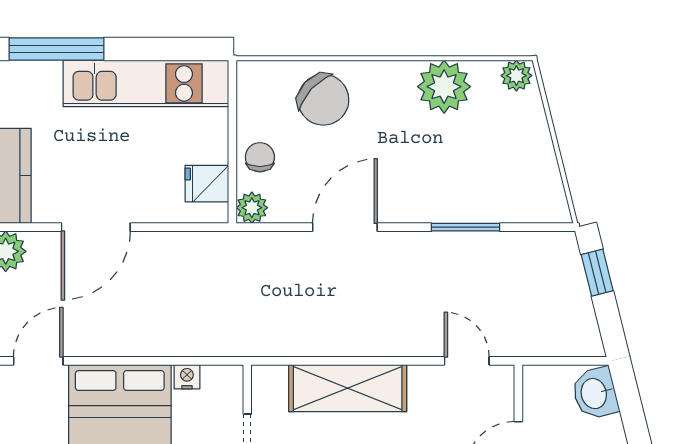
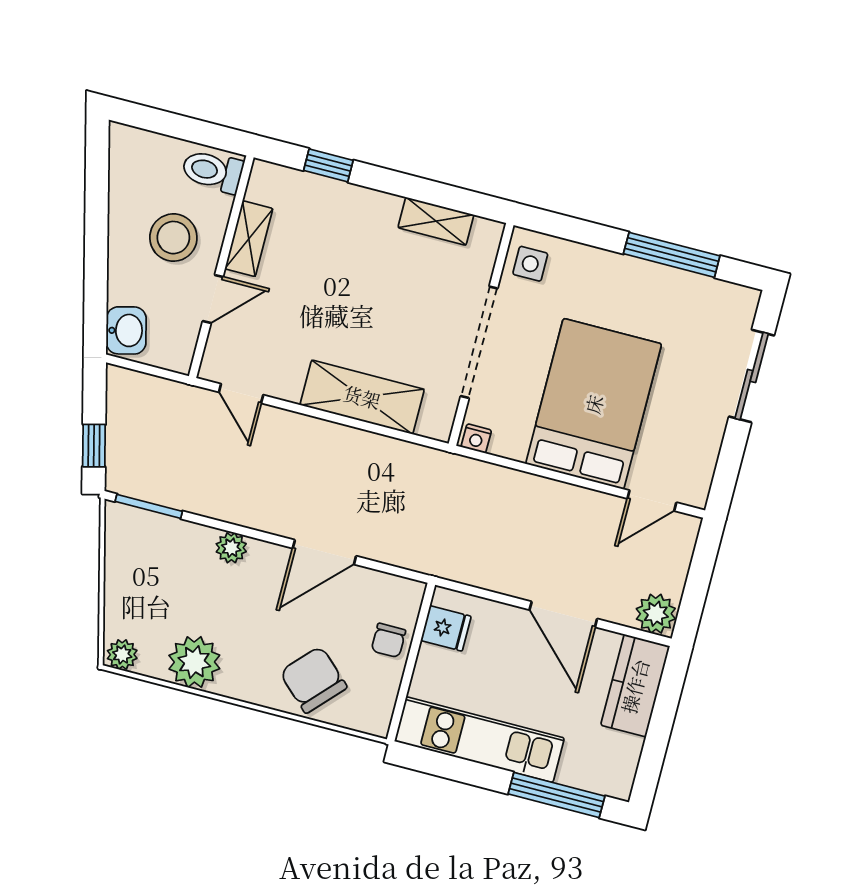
plant: (252, 208) -> (231, 548), moved
door: (96, 227) -> (563, 614), swing flipped
window: (465, 227) -> (149, 506), moved
nightstand: (187, 377) -> (476, 439), moved

